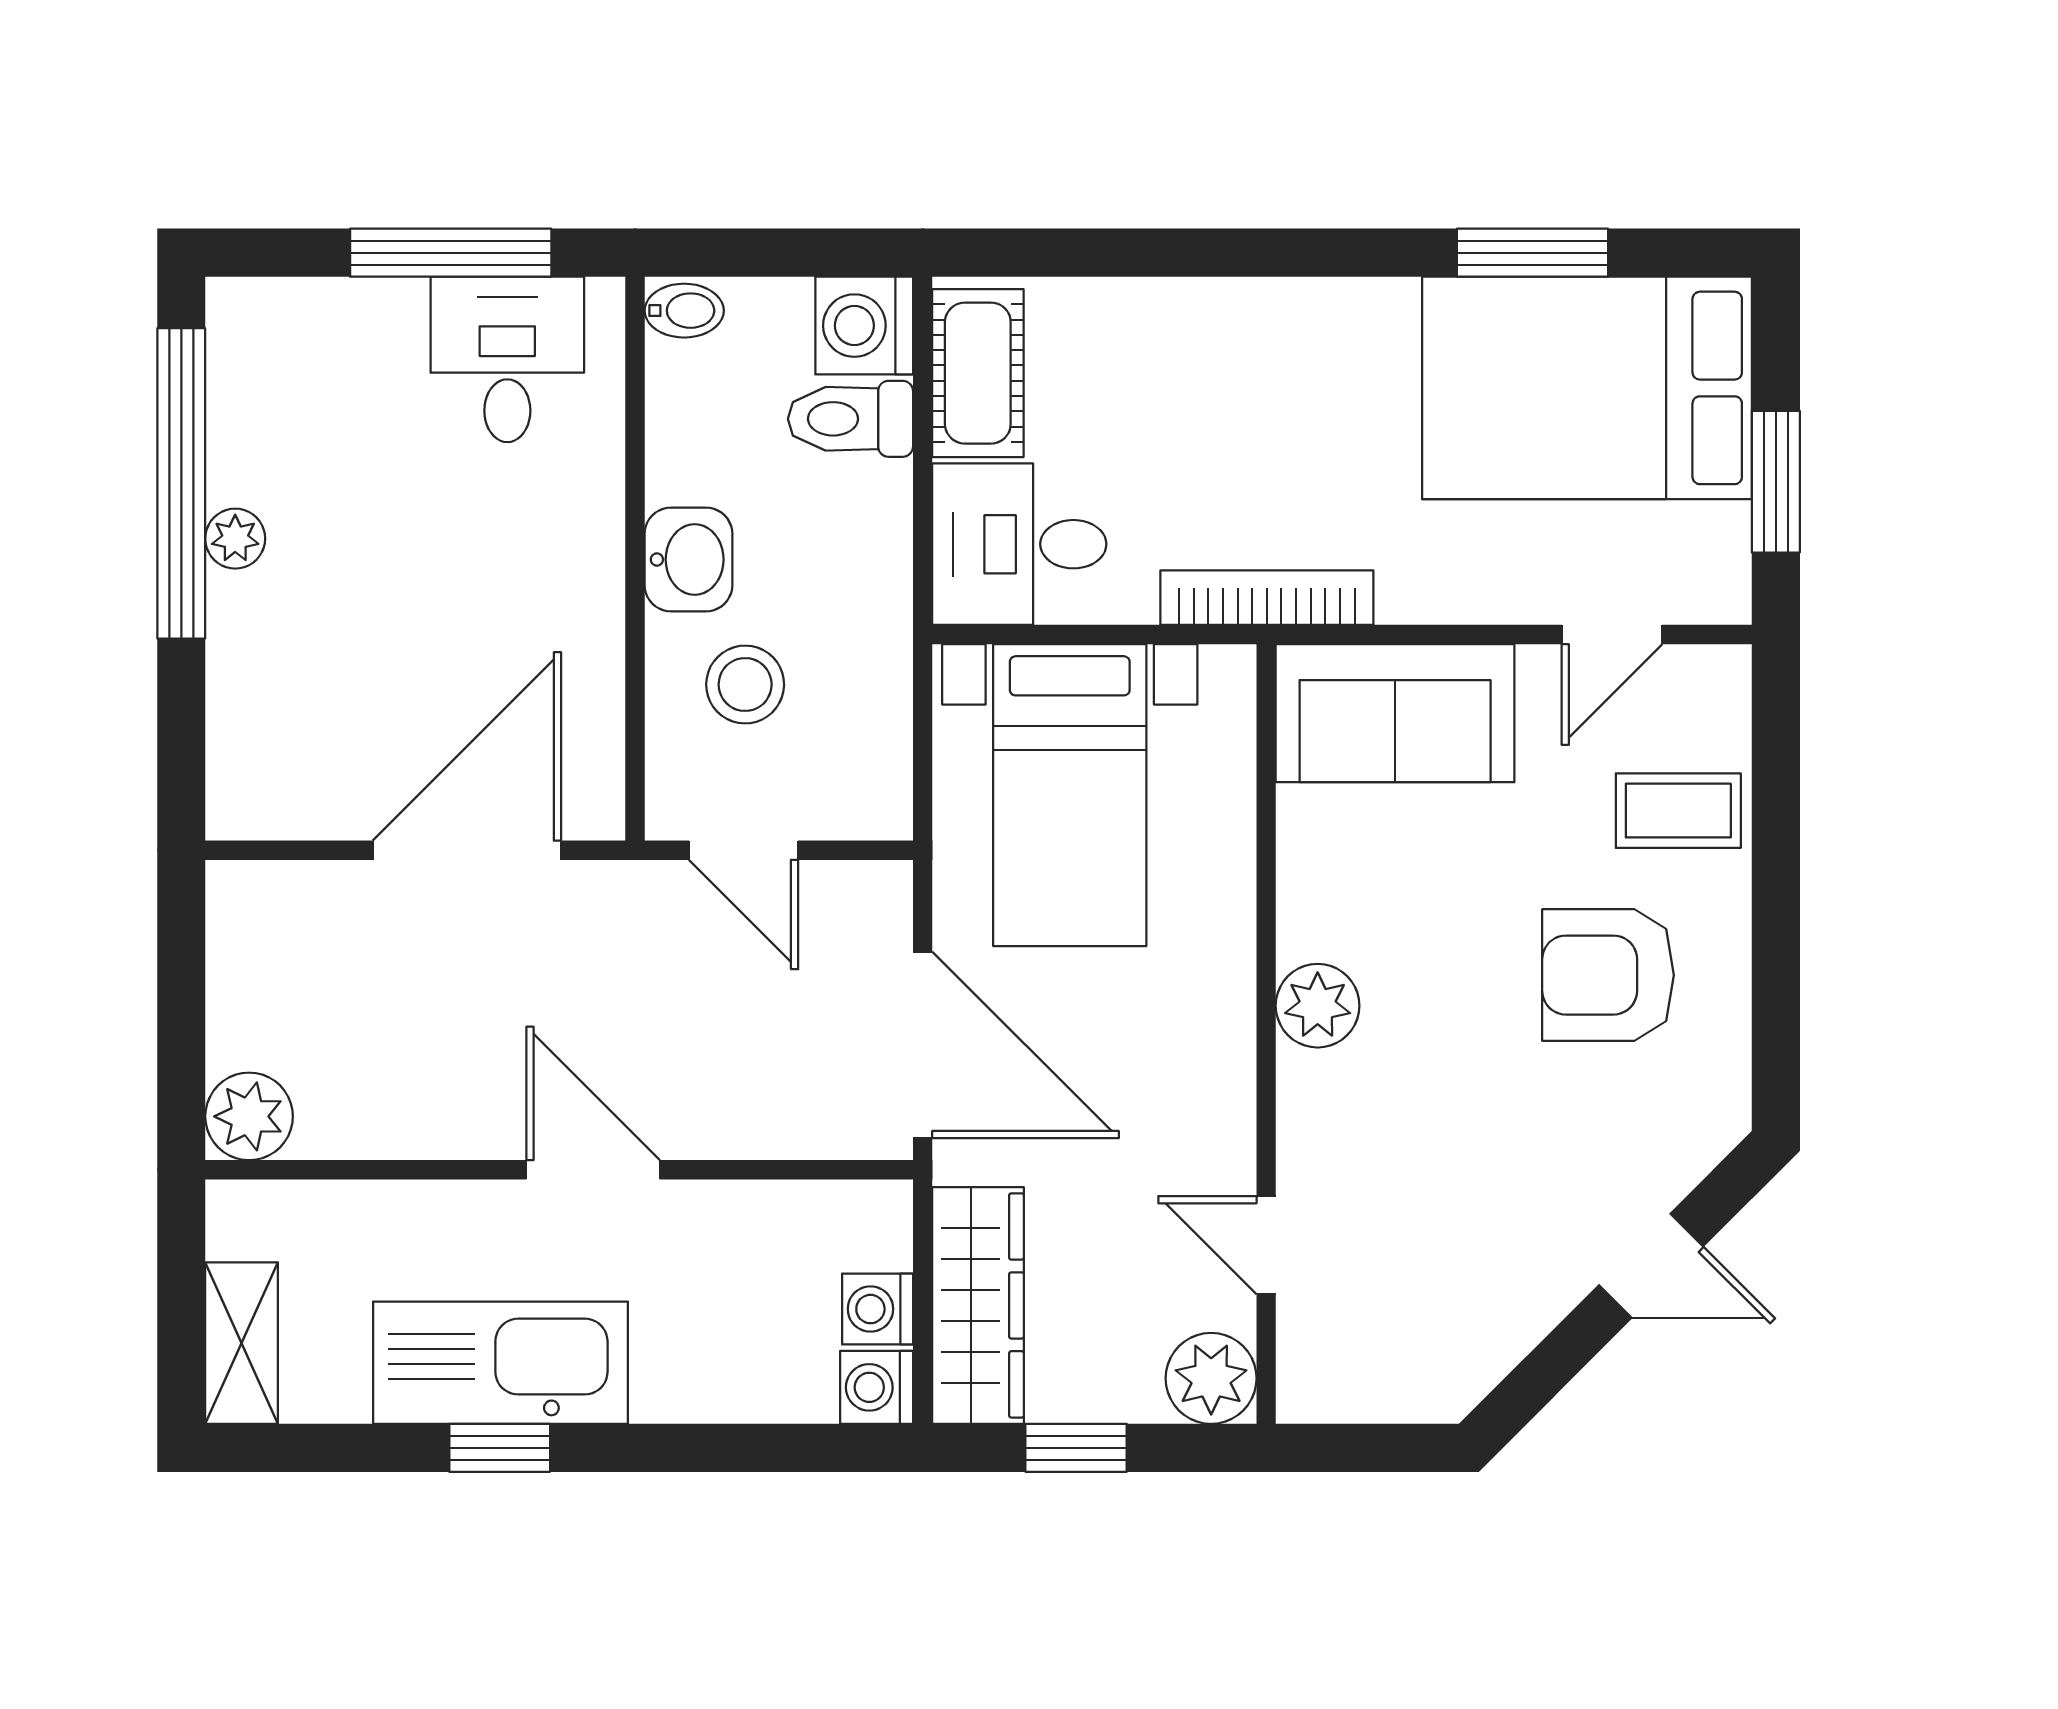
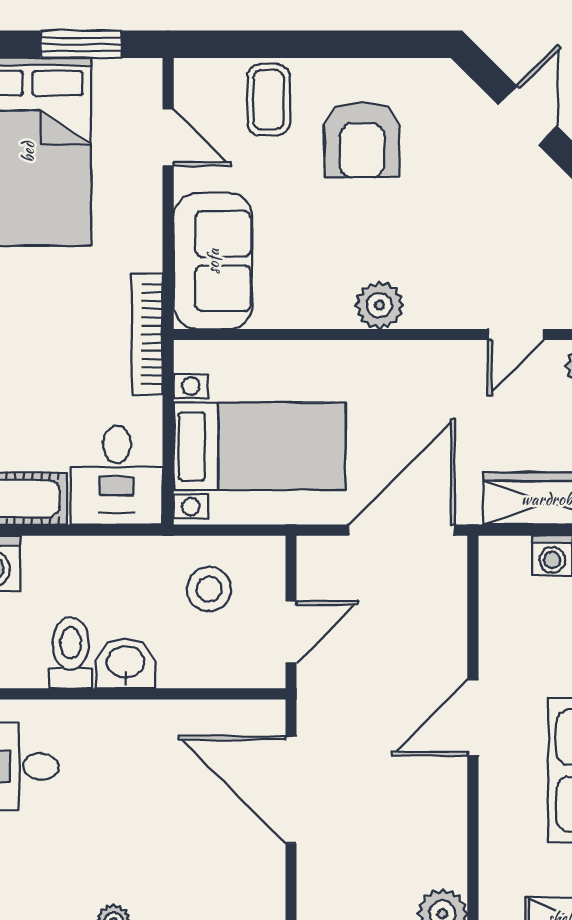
toilet: (851, 419) -> (71, 653), moved, turned 180
stool: (745, 685) -> (209, 589), moved

